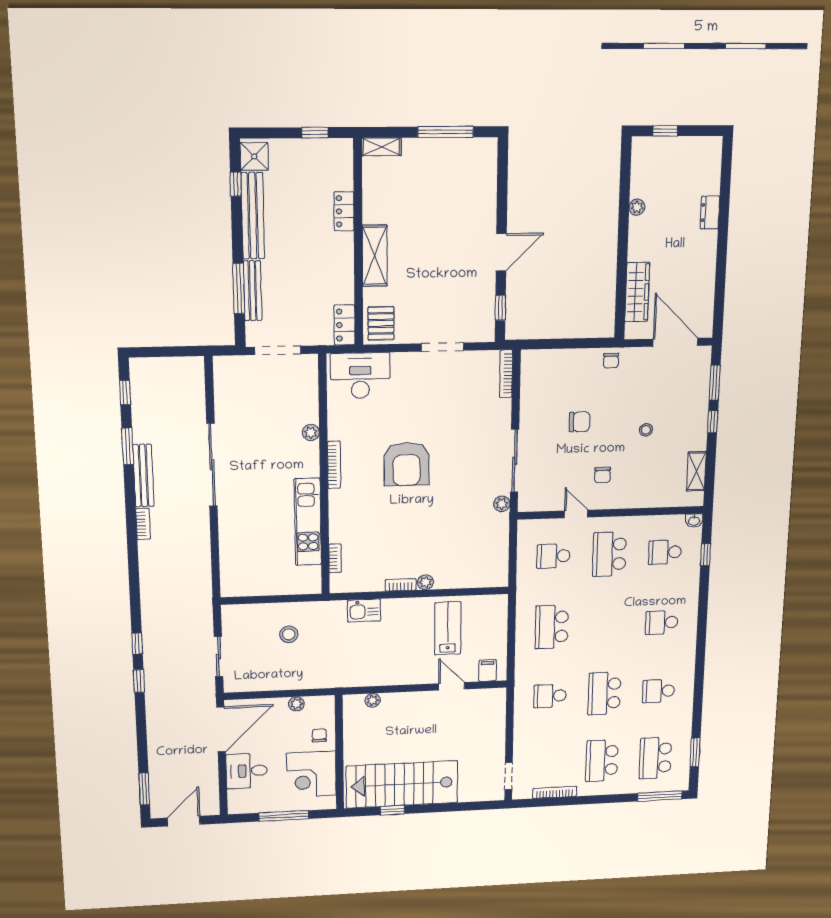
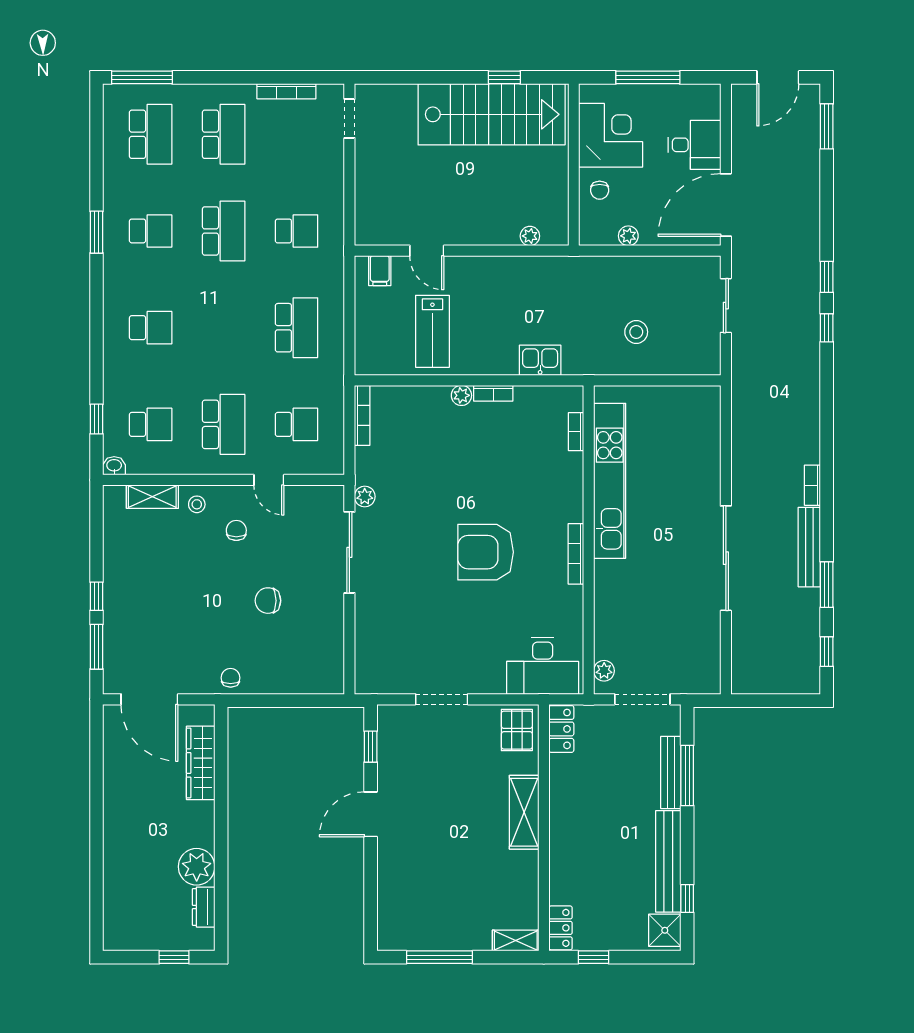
plant: (637, 207) -> (197, 867), width x1.88, depth x1.88
locker: (344, 211) -> (561, 928), moved
dresser: (710, 212) -> (204, 907), moved, turned 180
bookcase: (506, 374) -> (362, 415), moved
stool: (646, 430) -> (197, 504), moved
plant: (311, 432) -> (604, 671), moved
armchair: (407, 464) -> (486, 552), turned -90
shelving: (696, 471) -> (152, 497), moved, turned 90
kitchen unit: (308, 522) -> (610, 481), width x1.36
window: (695, 752) -> (96, 232), moved

